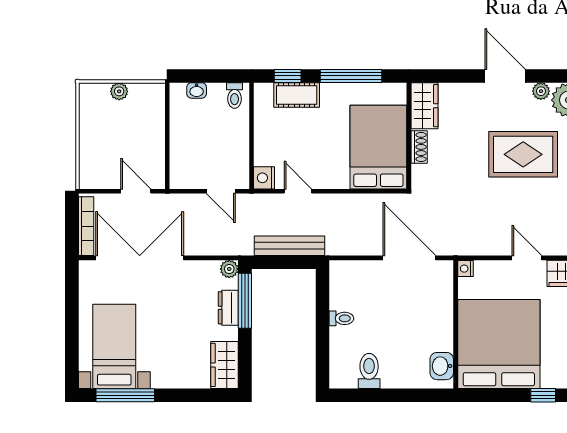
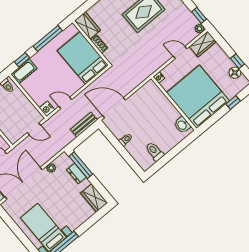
cot: (297, 95) -> (24, 71), moved
bench: (289, 246) -> (84, 125), width x0.73
door: (409, 258) -> (114, 108), moved
plant: (229, 269) -> (51, 168), moved

